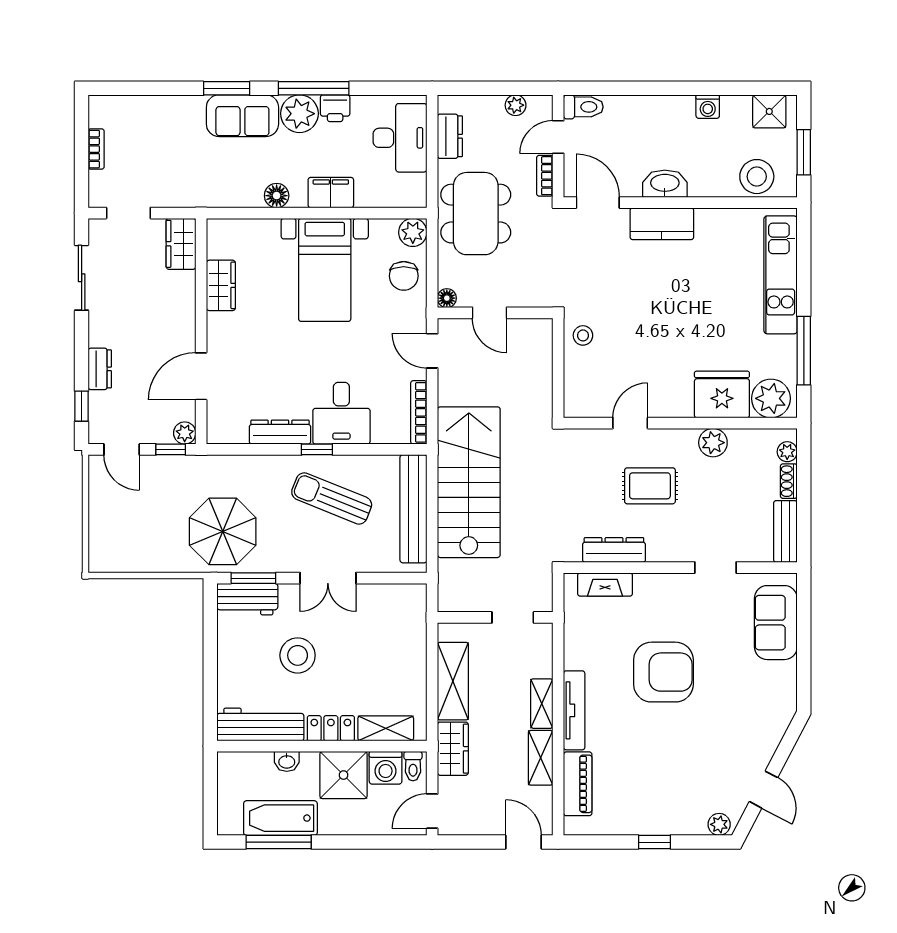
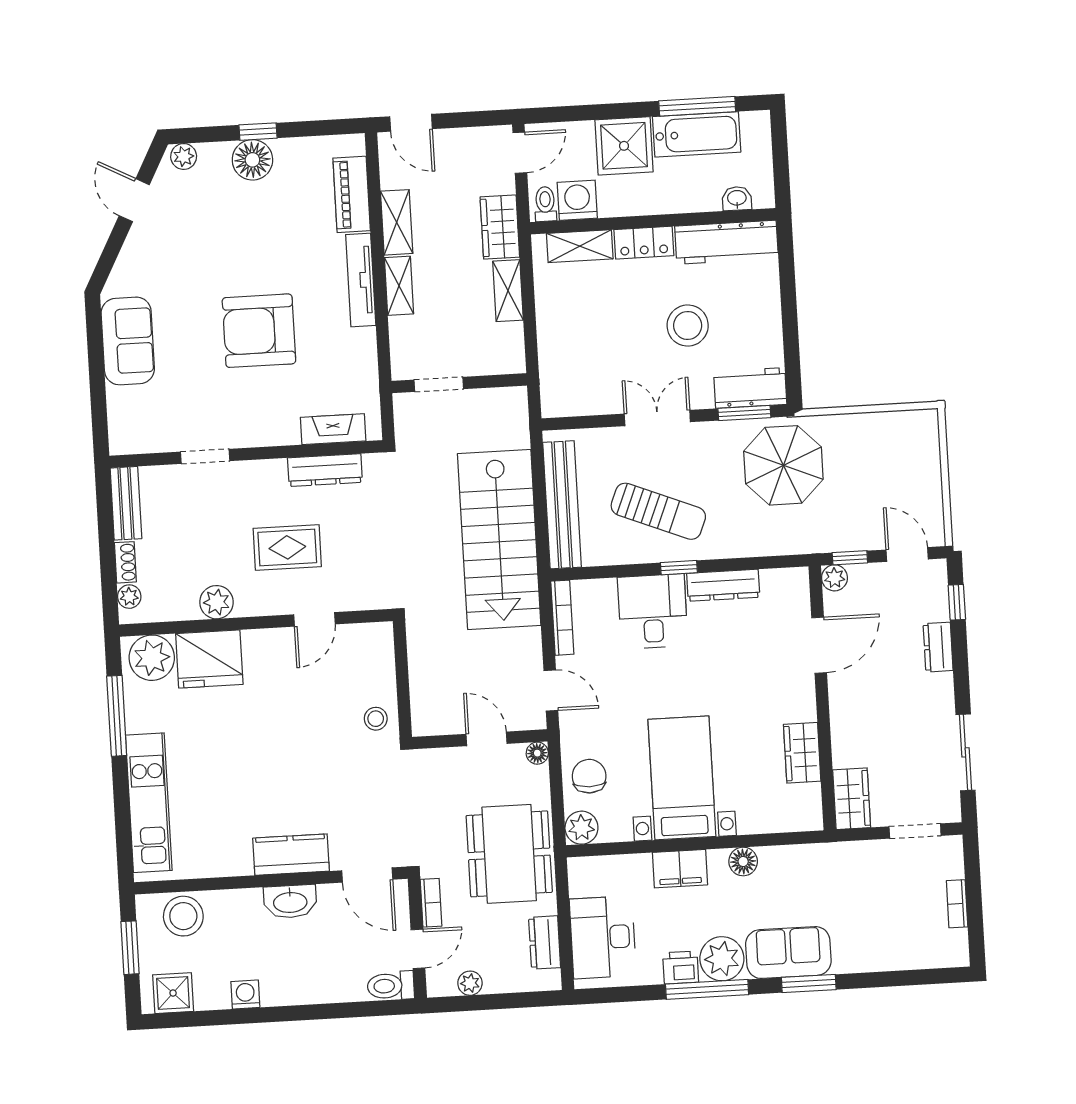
sofa: (776, 623) -> (128, 341), moved
shelving: (453, 681) -> (508, 291), width x0.67, depth x0.75
washbasin: (287, 761) -> (737, 198), moved
shower: (344, 775) -> (624, 146), moved
floor lamp: (661, 818) -> (252, 160), added

